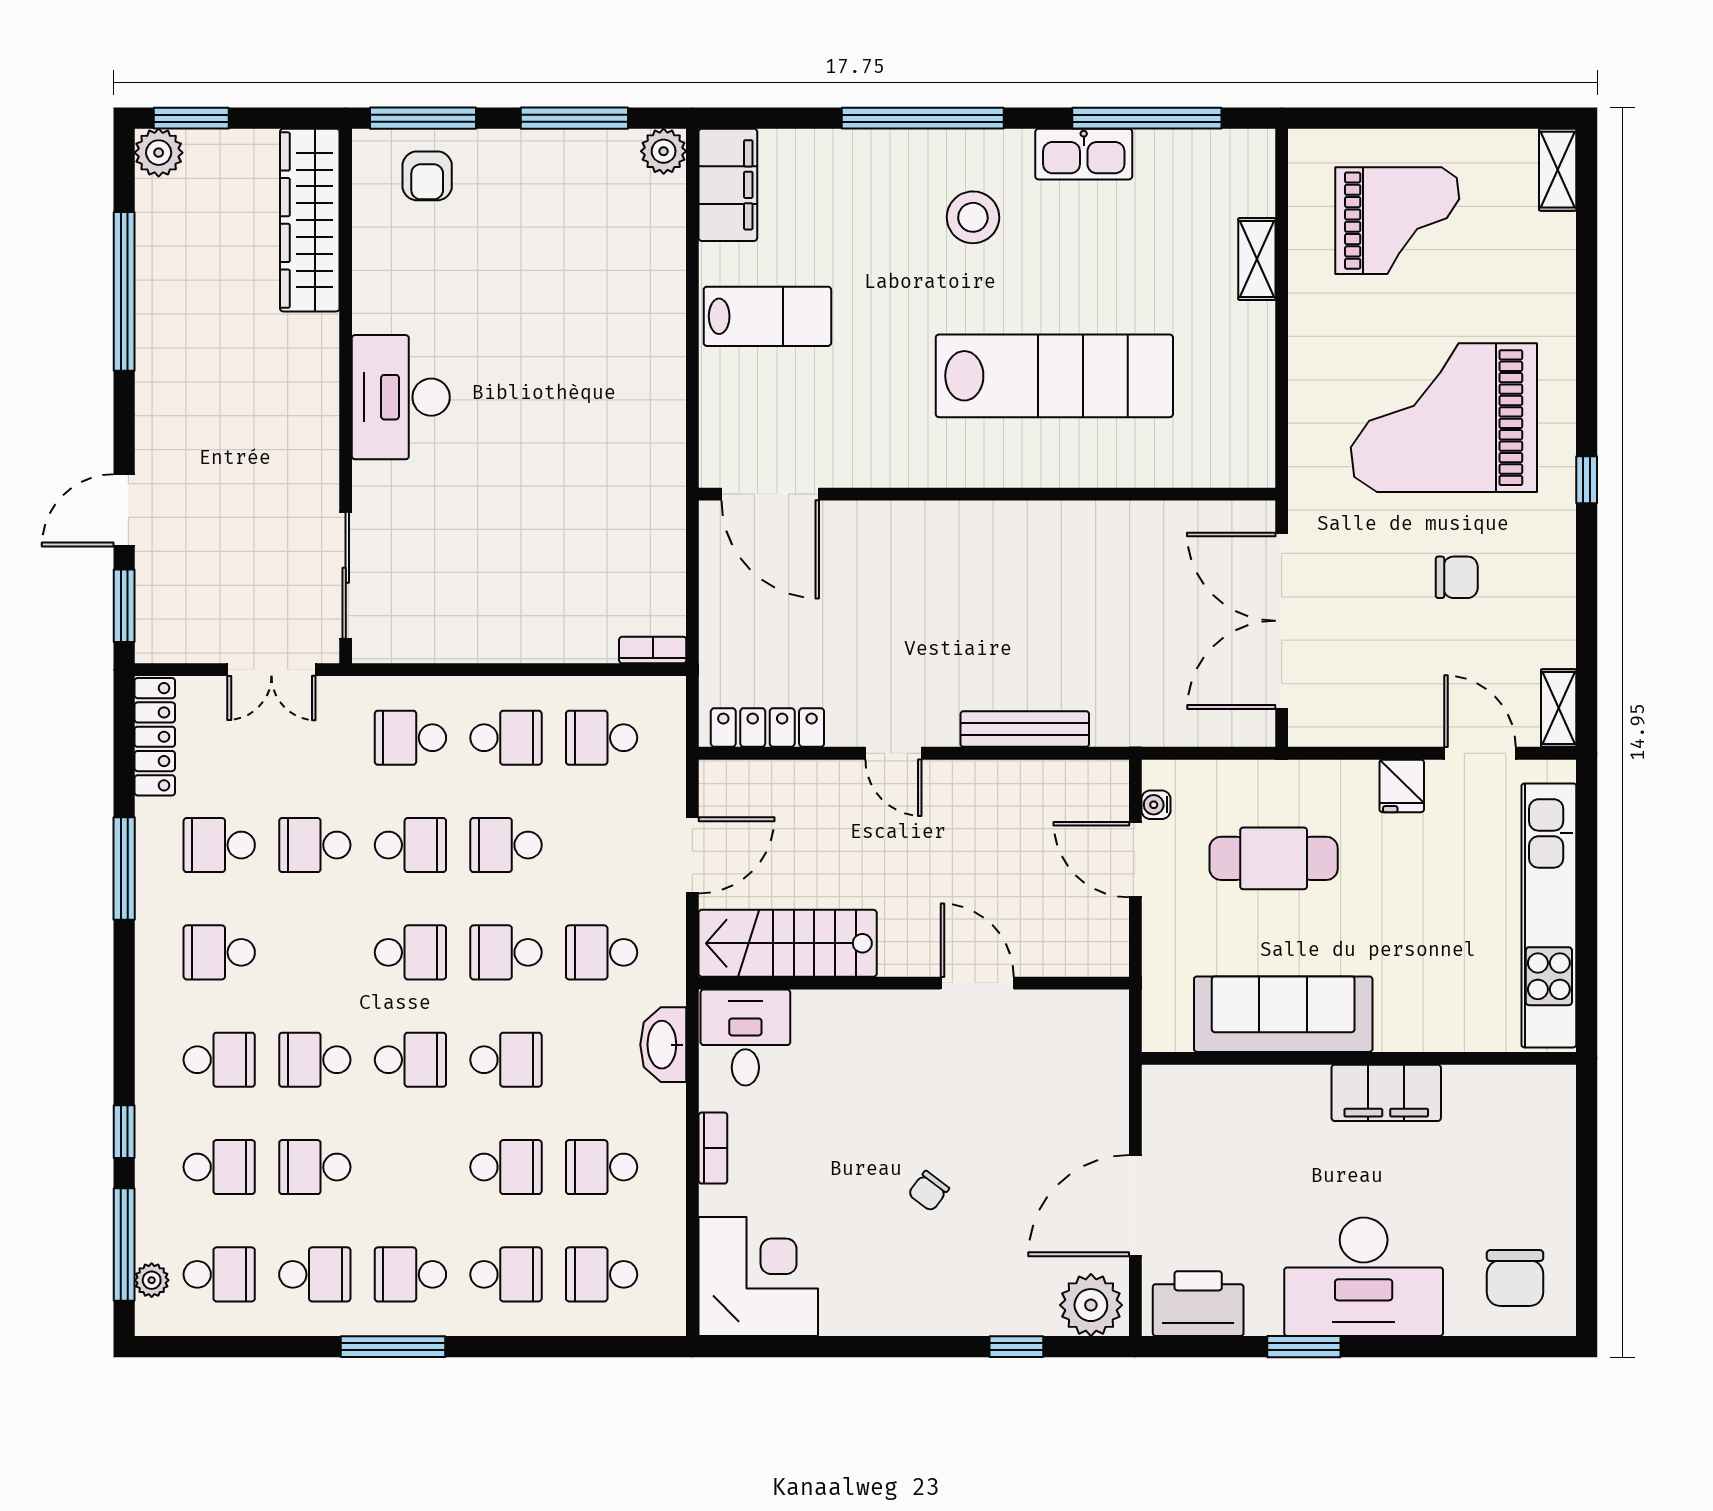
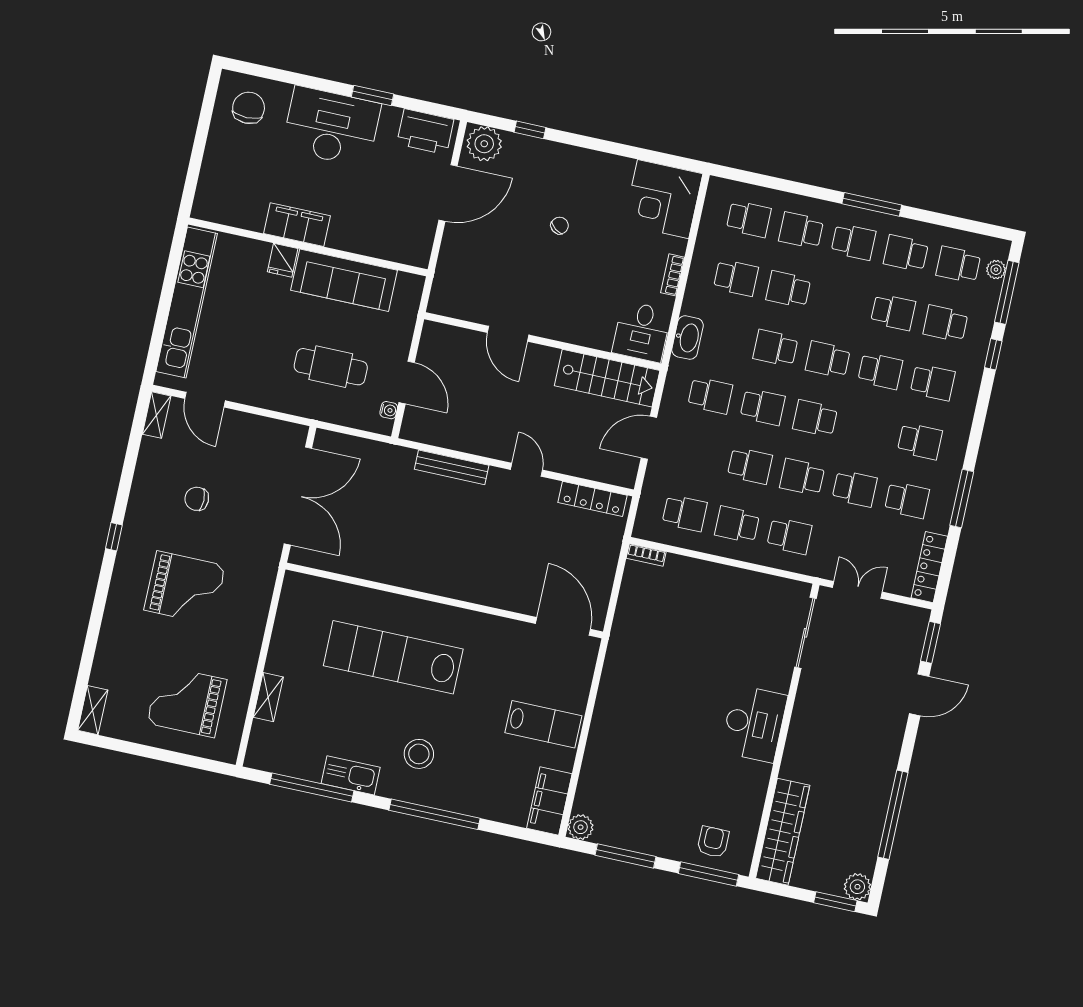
lab bench: (767, 316) -> (543, 724), turned 180
grand piano: (1444, 418) -> (185, 588), width x0.73, depth x0.68
fridge: (1402, 786) -> (283, 260), moved, turned 180
school desk: (219, 1060) -> (933, 382), turned 180

